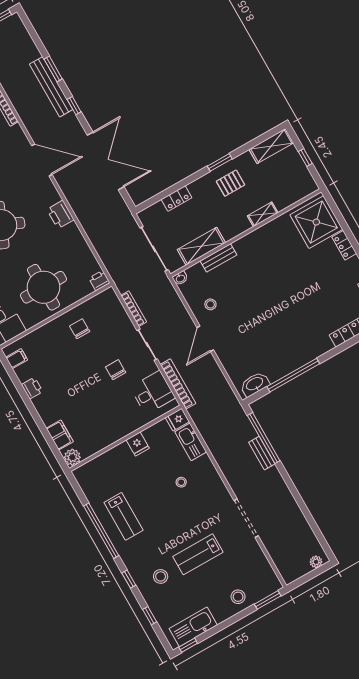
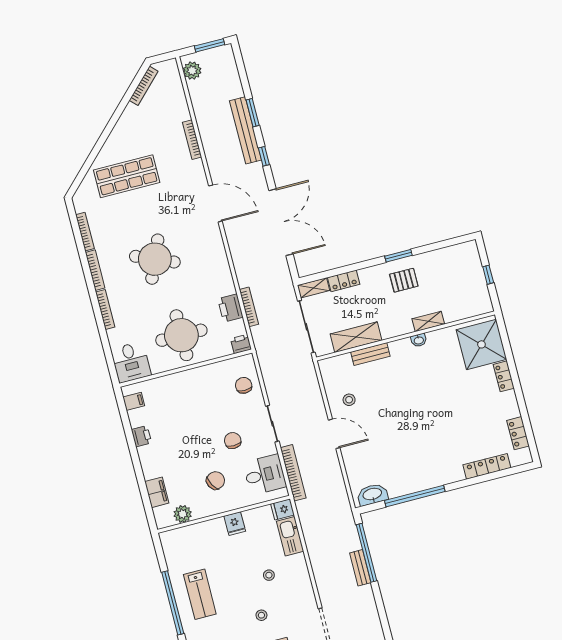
shelving: (271, 146) -> (313, 288), moved, width x0.67, depth x0.75
printer: (60, 214) -> (230, 308), moved
washbasin: (180, 278) -> (419, 340), moved
bookcase: (134, 309) -> (249, 307), moved
chair: (80, 329) -> (244, 385), moved
door: (205, 339) -> (334, 434), swing flipped
chair: (110, 410) -> (216, 480), added
plant: (72, 457) -> (183, 514), moved
stool: (184, 520) -> (261, 615), added

